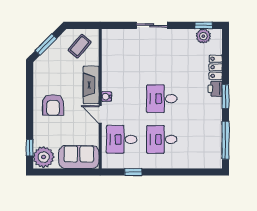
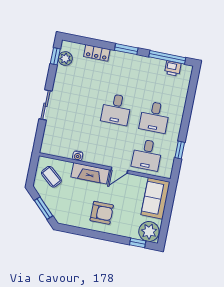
printer: (215, 89) -> (173, 68), moved
water cooler: (106, 97) -> (78, 156), moved

